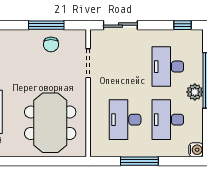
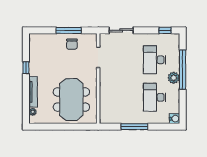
desk: (125, 120) -> (124, 97), removed

